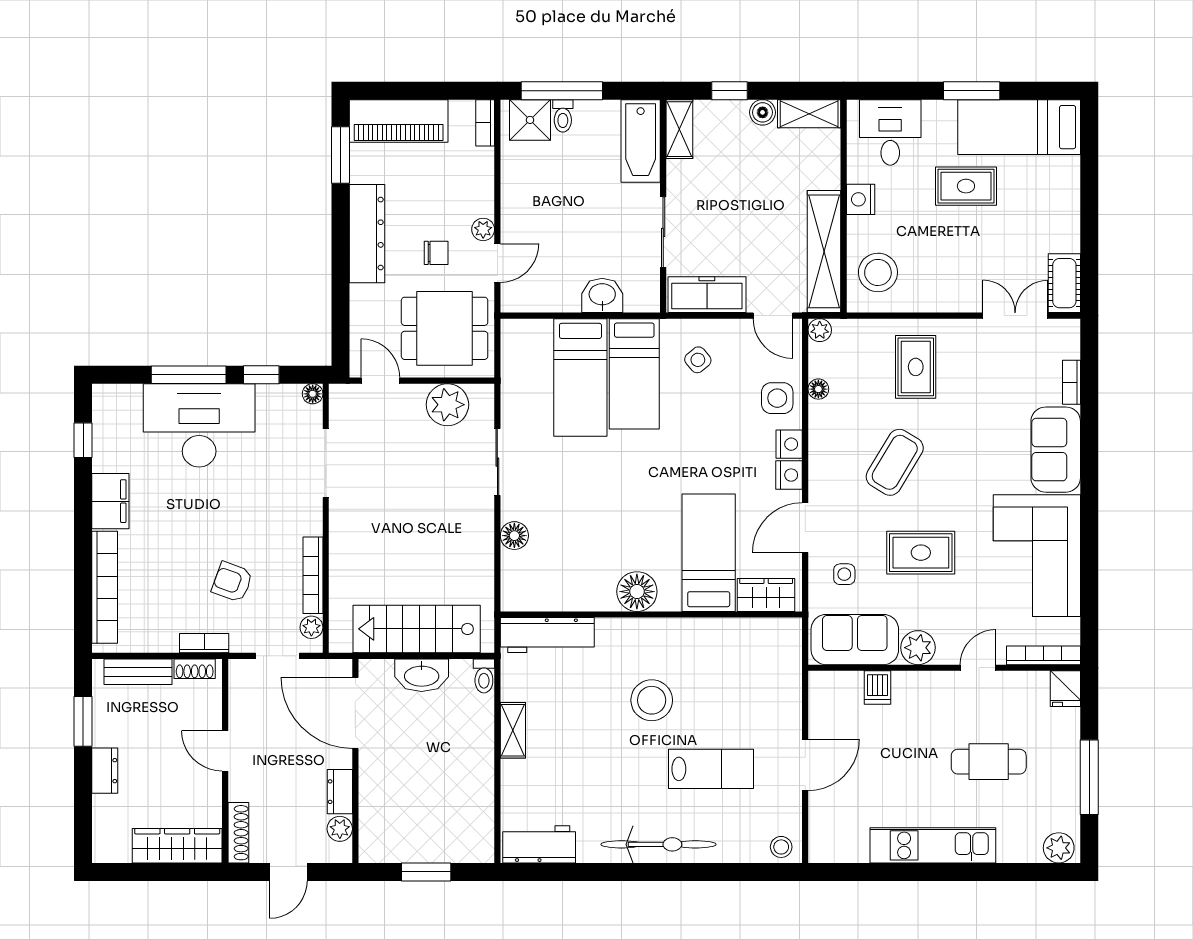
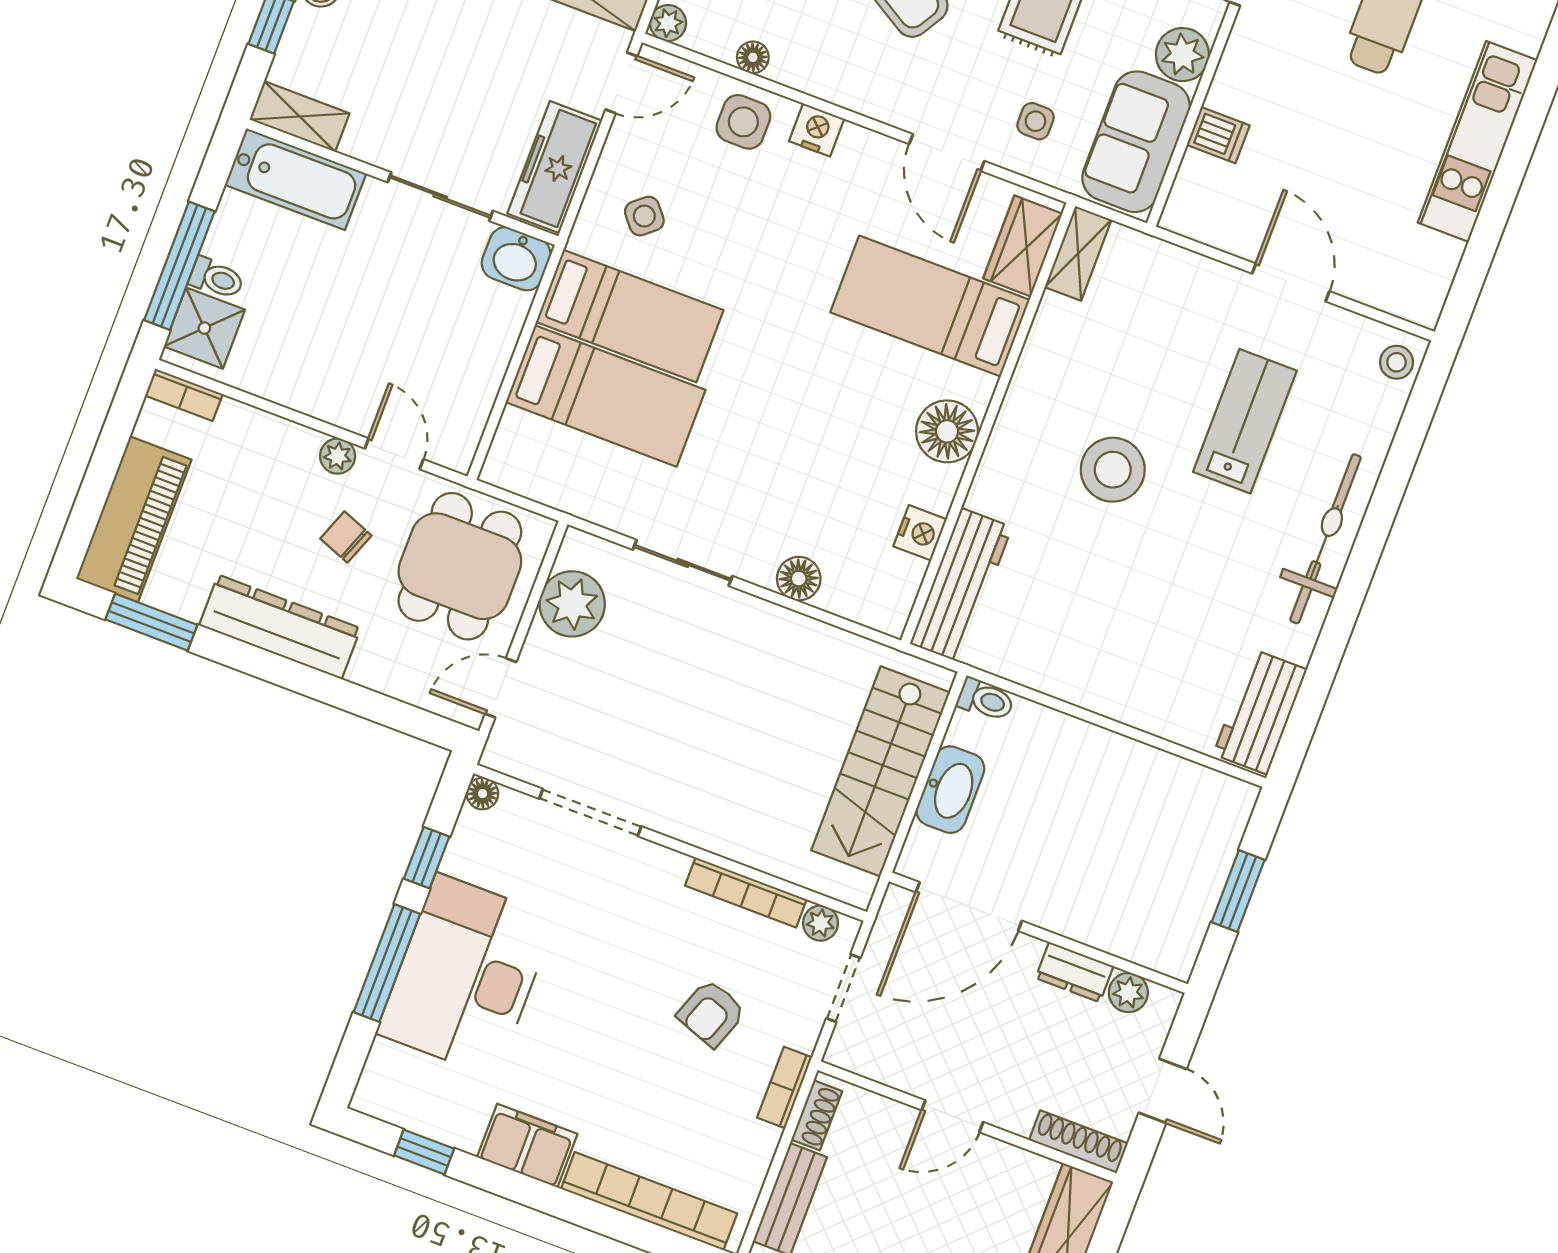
chair: (436, 253) -> (346, 537), turned -69
washbasin: (602, 295) -> (516, 259), moved, turned -90
nightstand: (789, 475) -> (920, 533), moved, turned 90
shelving: (513, 730) -> (1078, 253), moved, turned 90

